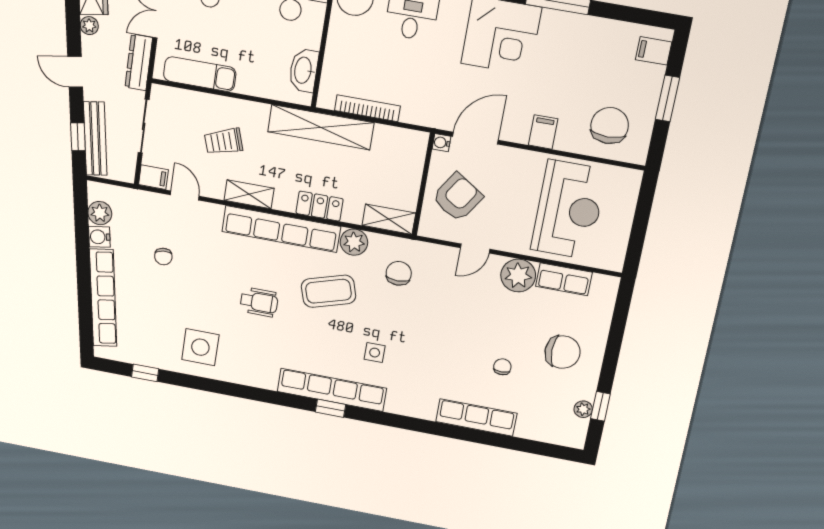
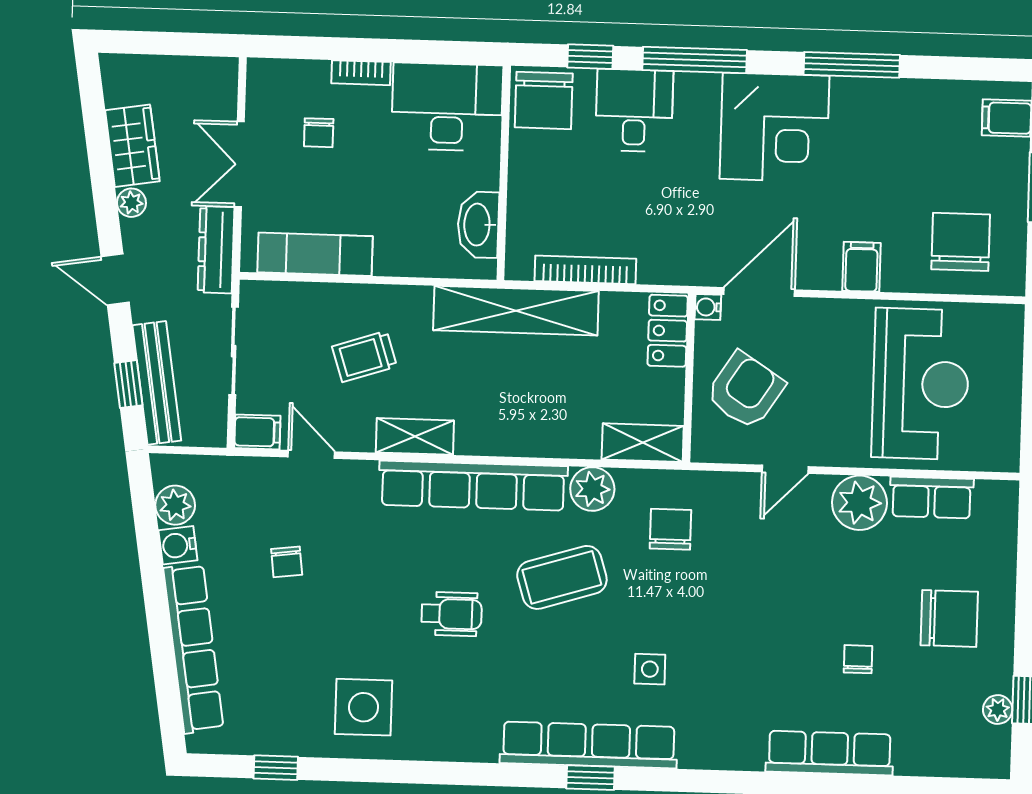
locker: (320, 206) -> (668, 331), moved, turned -90

